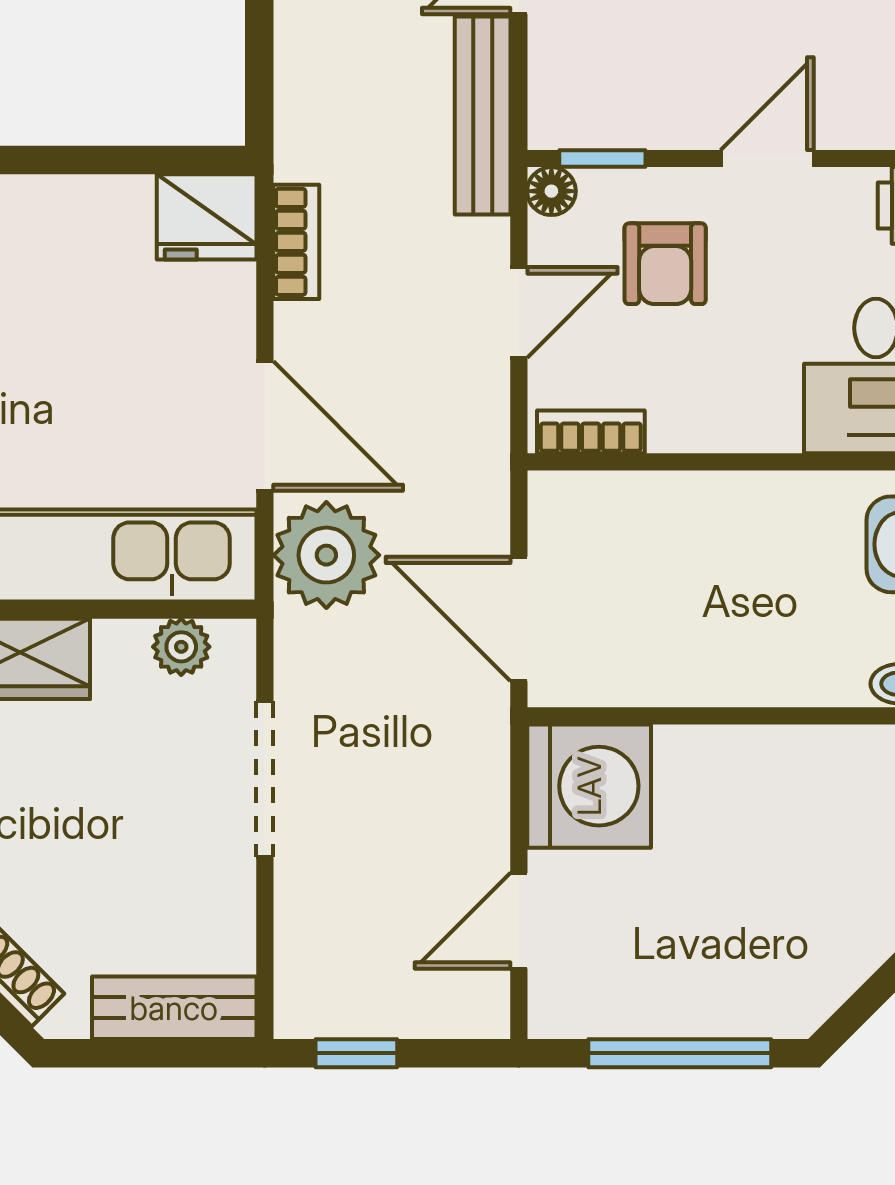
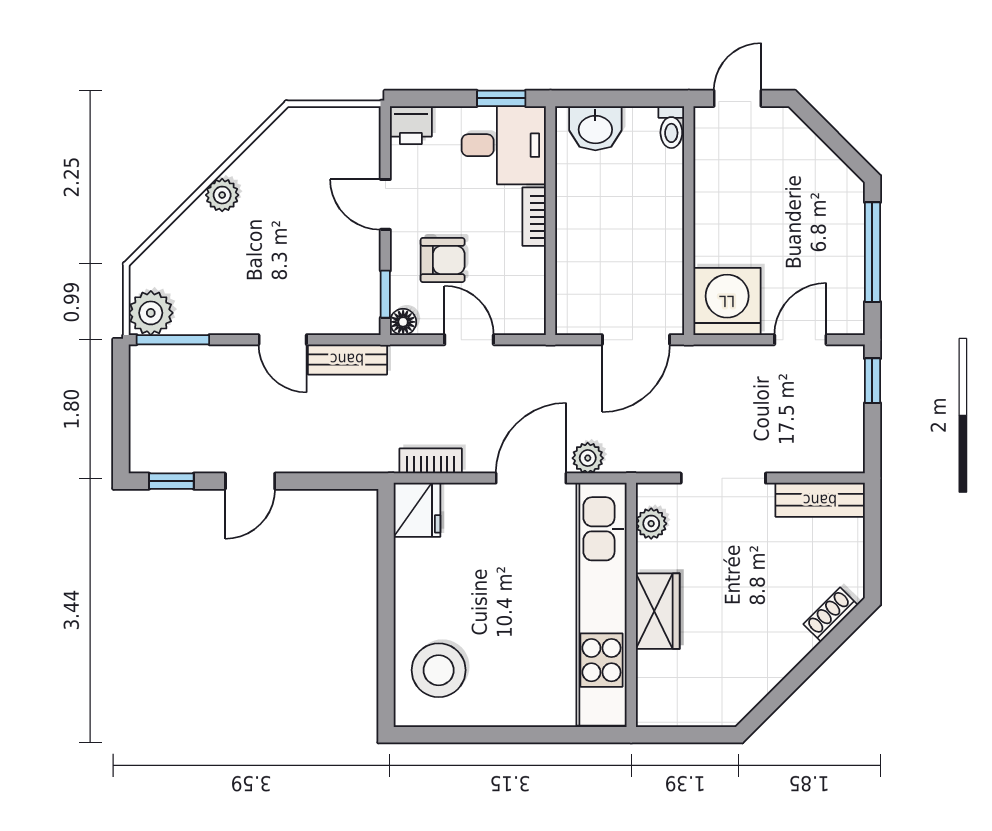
bench: (483, 115) -> (347, 359), width x0.73
bookcase: (591, 432) -> (534, 217), moved
plant: (326, 555) -> (588, 458), width x0.53, depth x0.53
door: (519, 921) -> (800, 340), swing flipped
bench: (174, 1008) -> (820, 500), moved, turned 90
window: (356, 1053) -> (872, 381), moved

